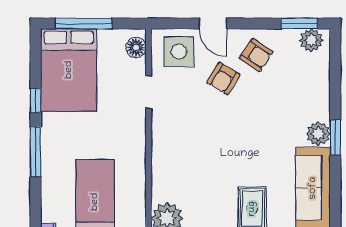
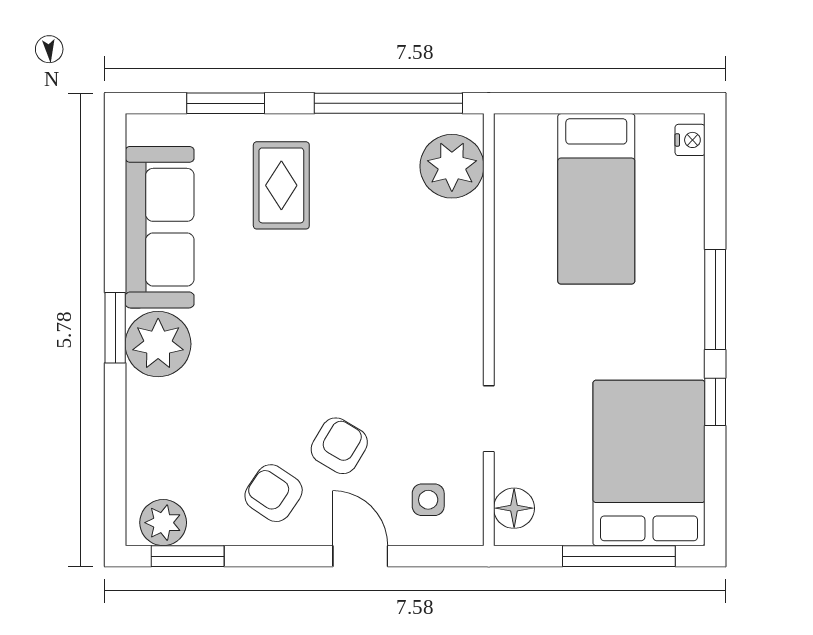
side table: (179, 52) -> (428, 500), width x0.54, depth x0.54
plant: (318, 134) -> (158, 344), width x1.36, depth x1.36

